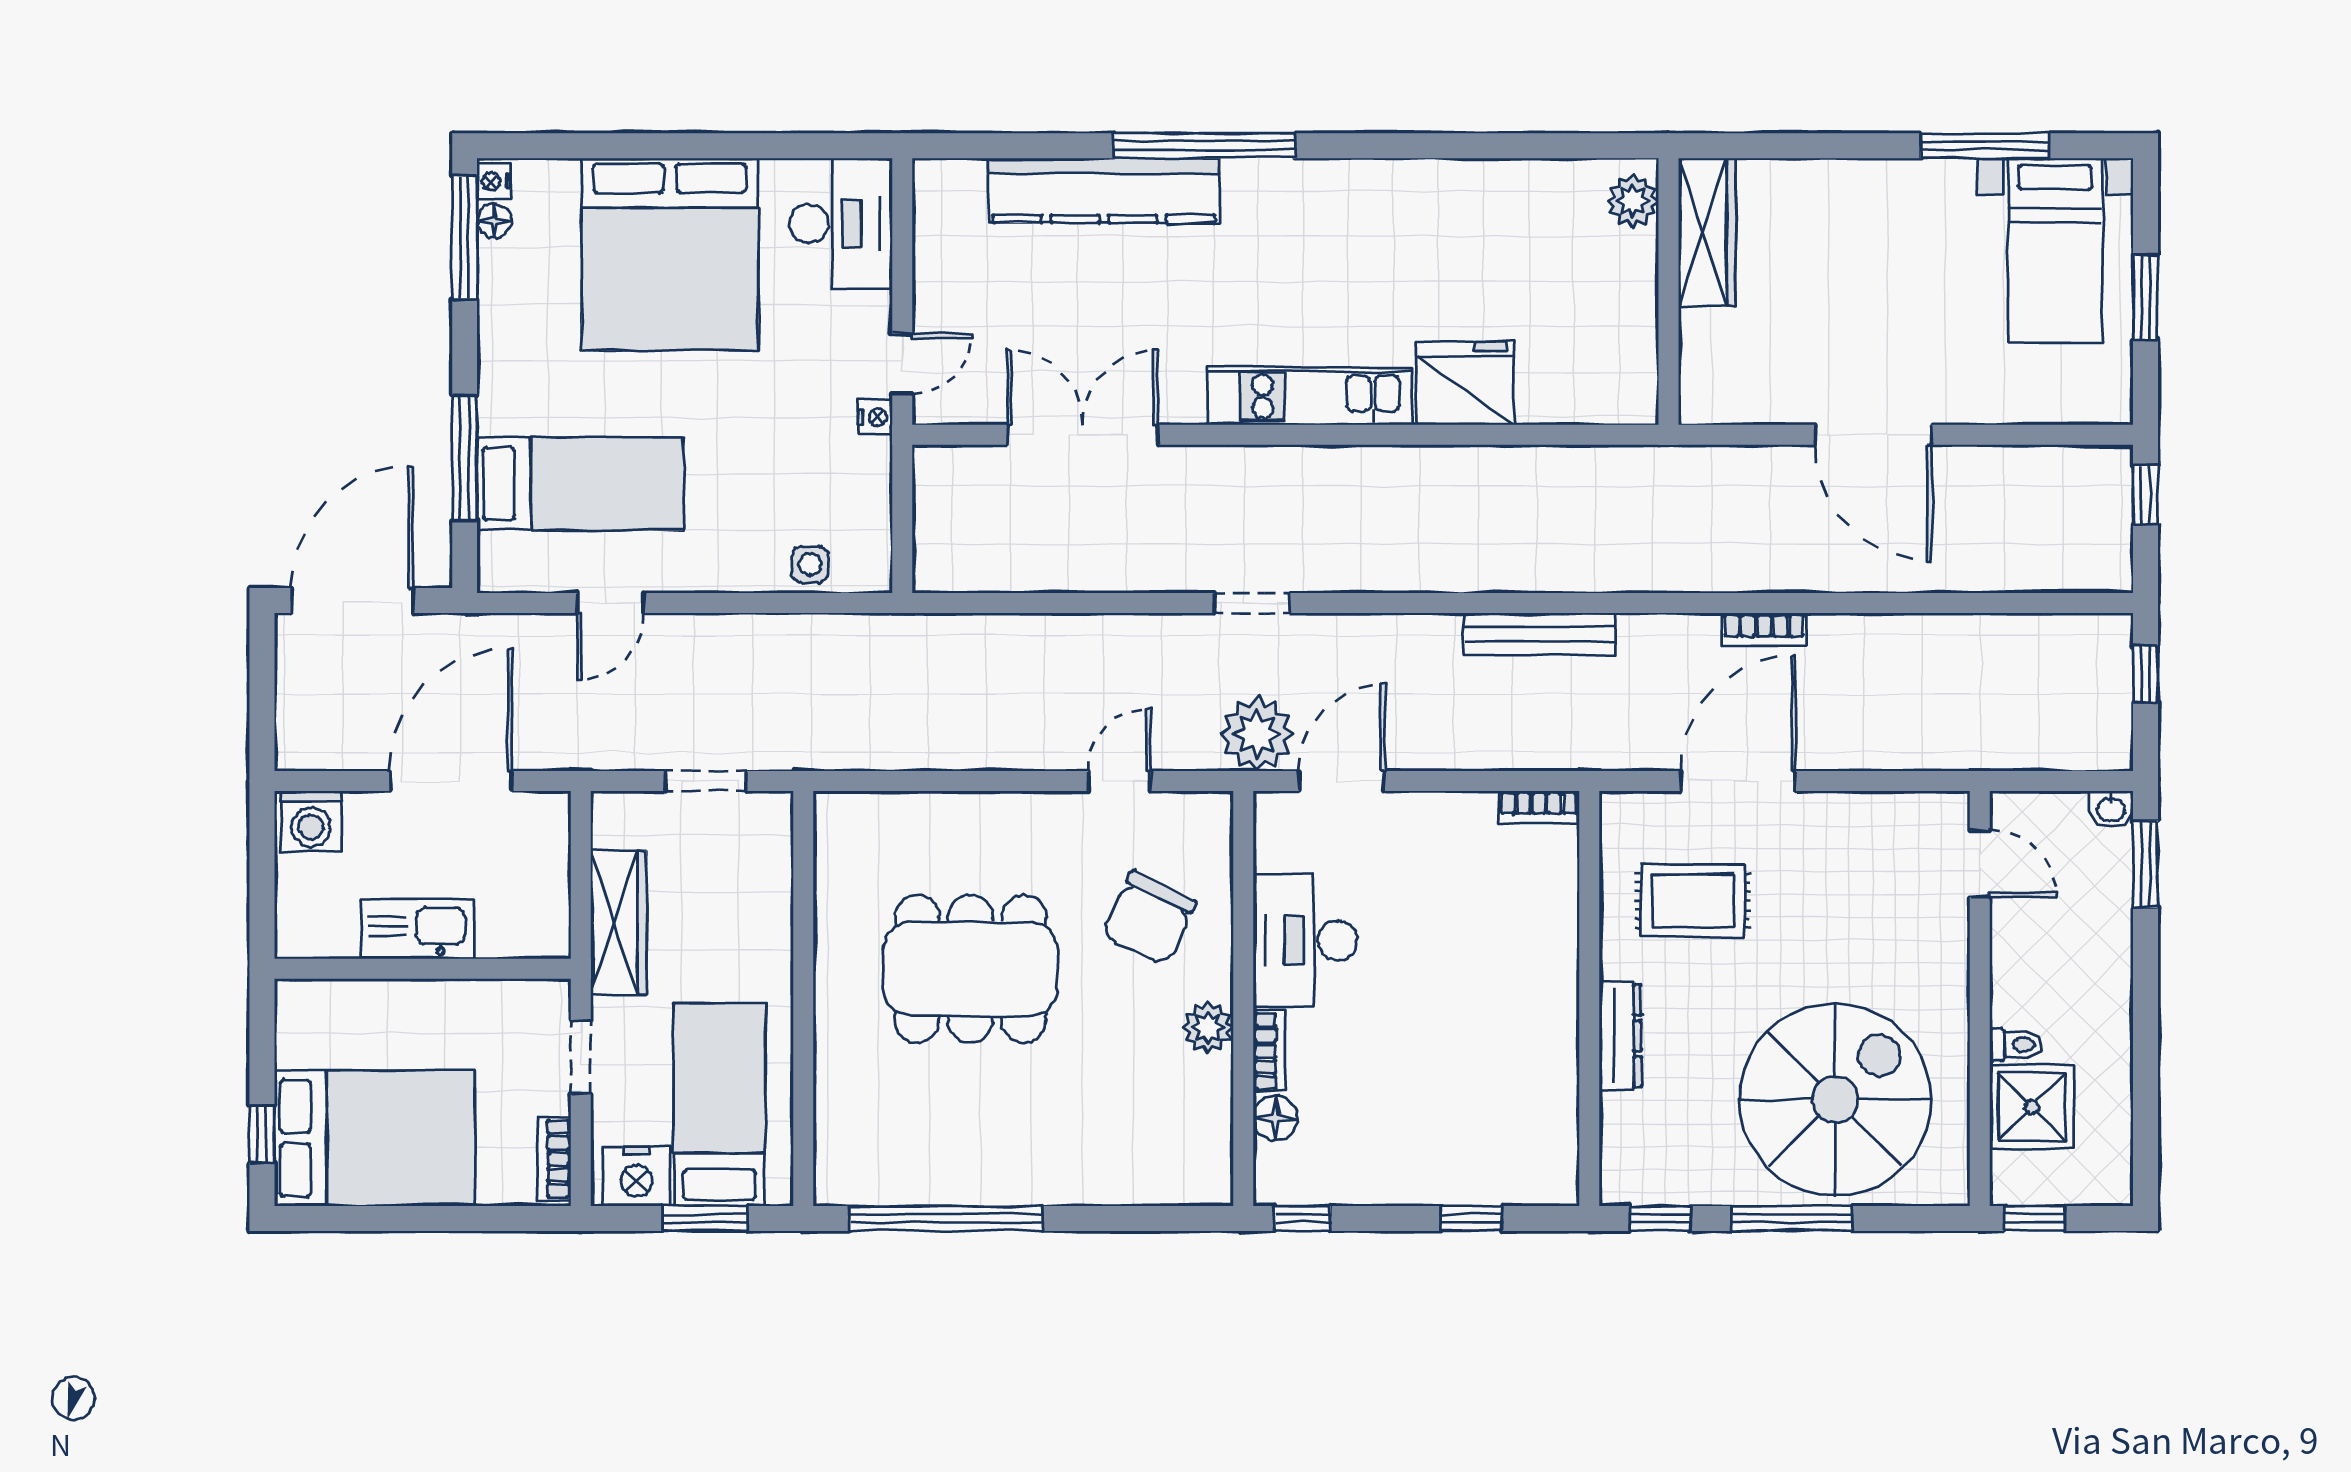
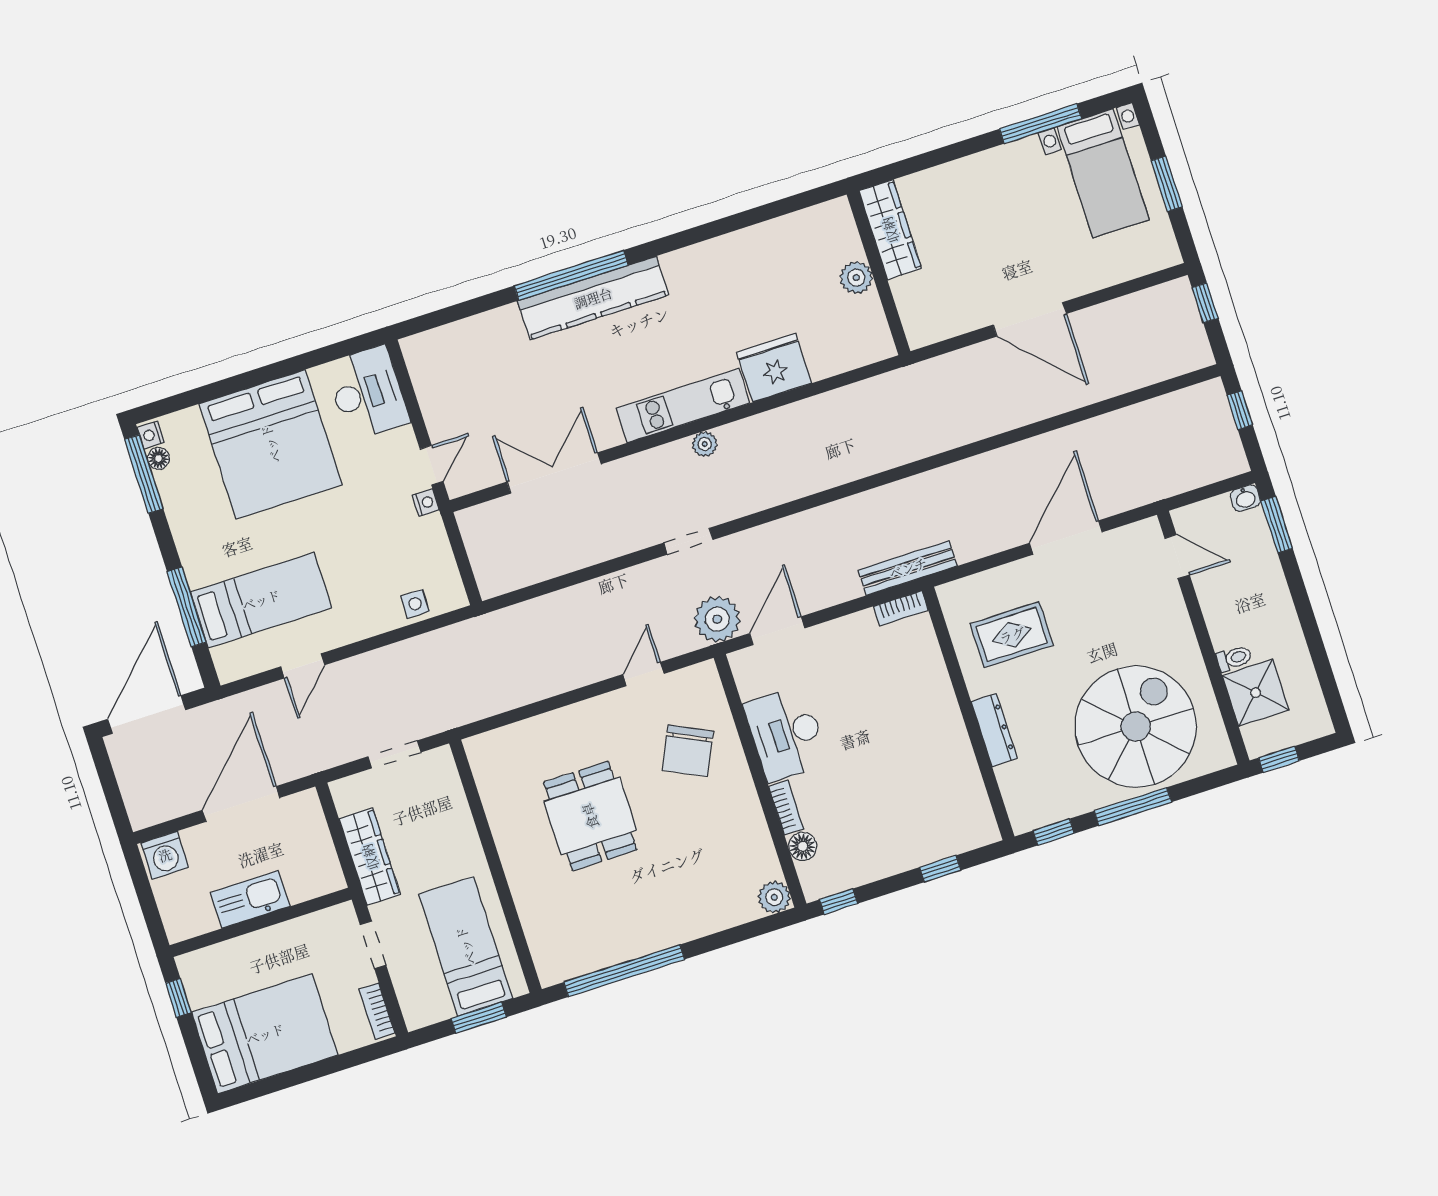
kitchen counter: (1104, 190) -> (593, 298), moved
plant: (1633, 201) -> (856, 278), moved
plant: (1324, 465) -> (705, 444), added
bookcase: (1764, 630) -> (1002, 458), removed
bench: (1540, 634) -> (908, 568), moved
door: (1738, 781) -> (1066, 538), moved
dining table: (971, 969) -> (590, 816), width x0.73
plant: (1208, 1028) -> (774, 897), moved
window: (262, 1134) -> (178, 998), moved
nightstand: (636, 1176) -> (430, 1006), removed

